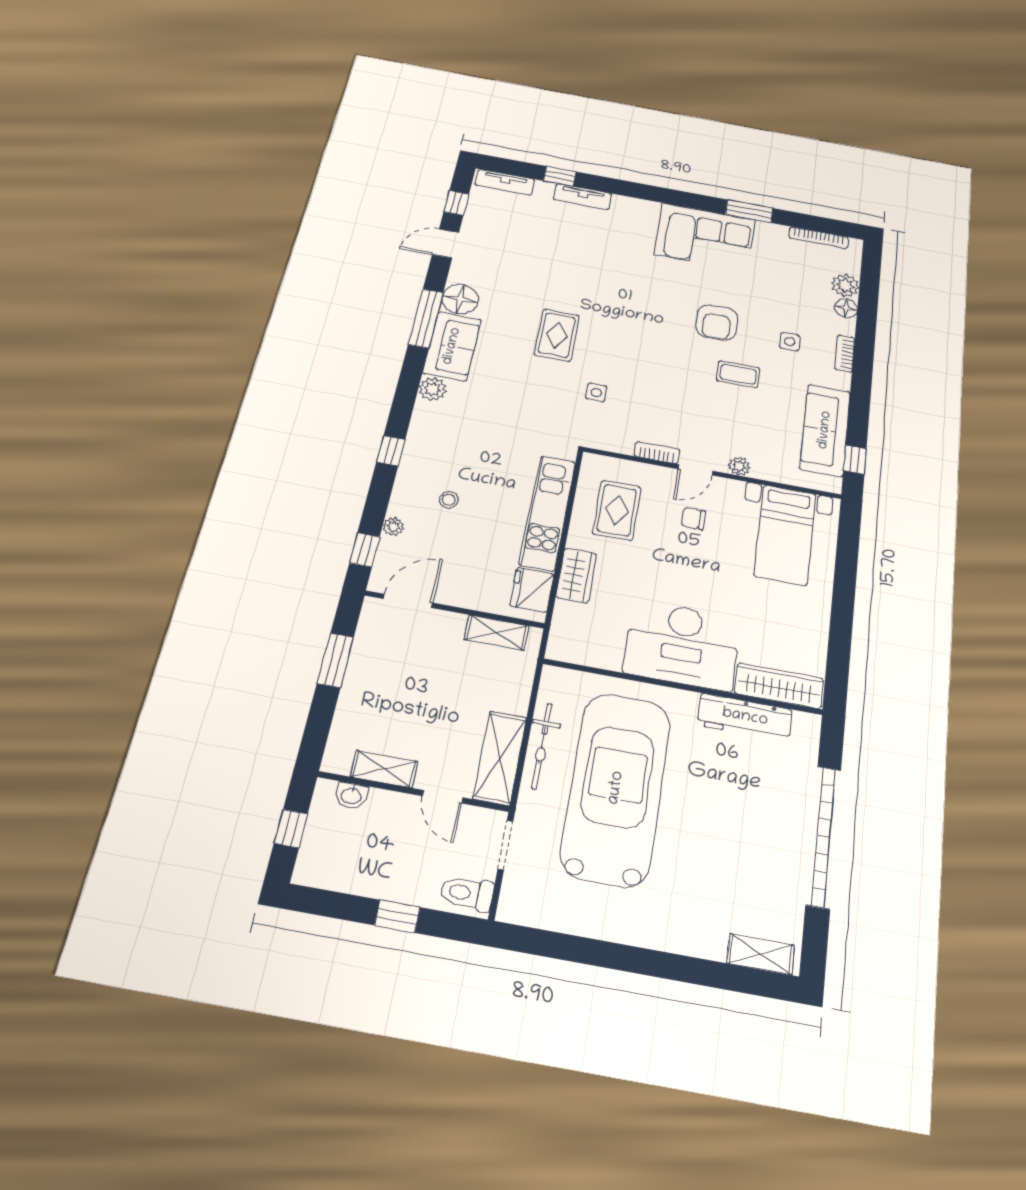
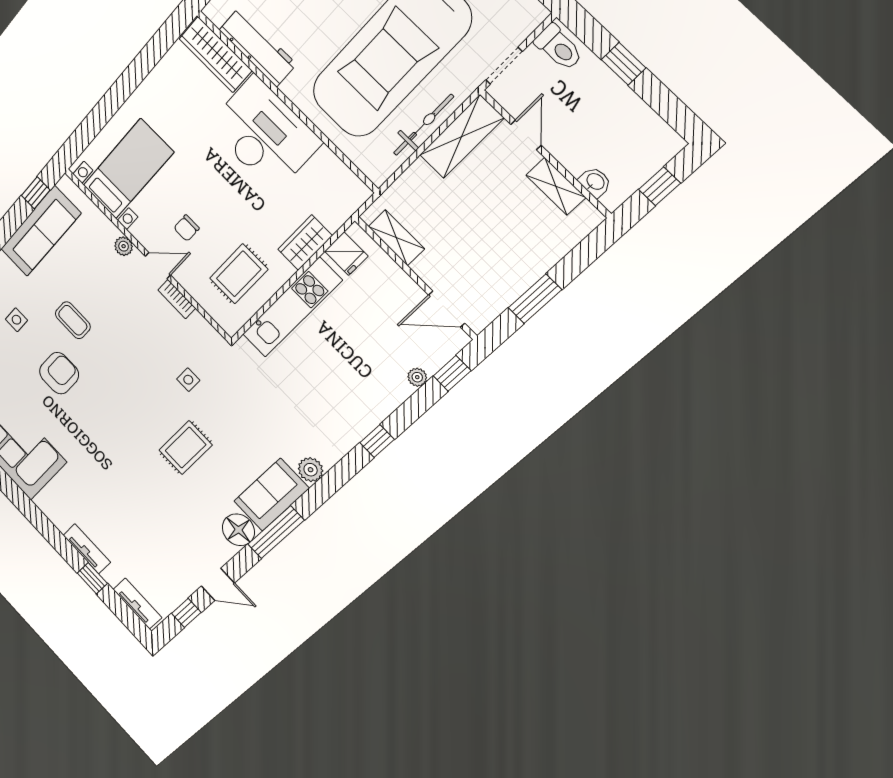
stool: (449, 500) -> (360, 370), removed
chair: (693, 518) -> (186, 228), turned 90
fridge: (532, 590) -> (346, 254), width x0.72

